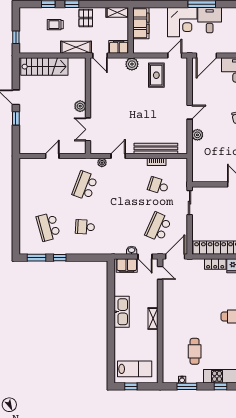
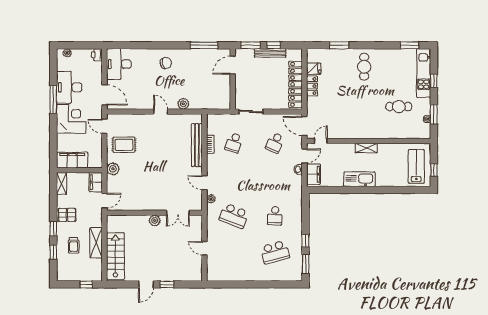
desk: (210, 20) -> (69, 87), width x1.37
shelving: (76, 47) -> (96, 243), moved
school desk: (158, 227) -> (275, 143), width x0.54

